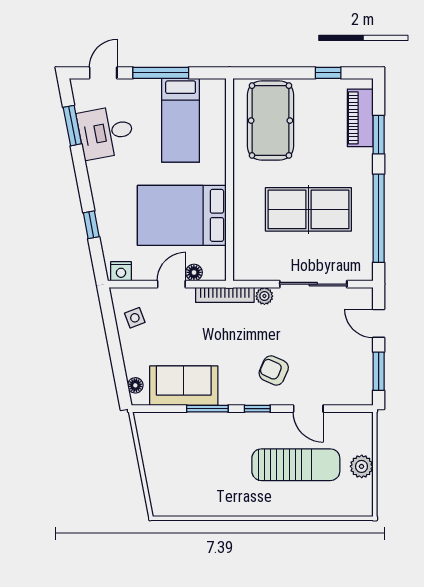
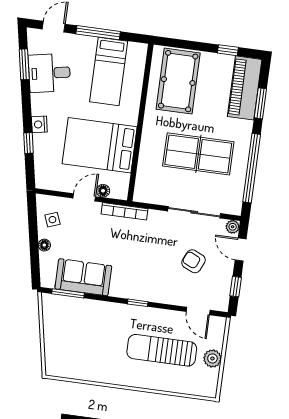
piano: (360, 118) -> (245, 88), width x1.37, depth x1.33
nightstand: (121, 271) -> (39, 124), moved, turned 79
plant: (264, 296) -> (233, 227), moved
armchair: (274, 370) -> (193, 261), moved
window: (379, 371) -> (236, 287), width x0.67
floor lamp: (135, 385) -> (44, 245), moved
window: (207, 409) -> (68, 293), moved
door: (308, 409) -> (198, 311), moved
sun lounger: (296, 465) -> (162, 350), turned 180

